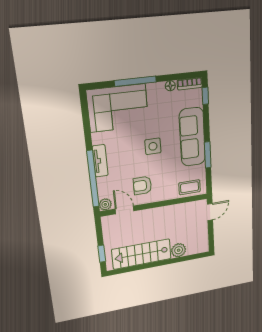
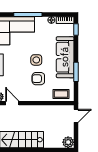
armchair: (142, 186) -> (38, 79), moved
plant: (179, 250) -> (68, 142), moved

